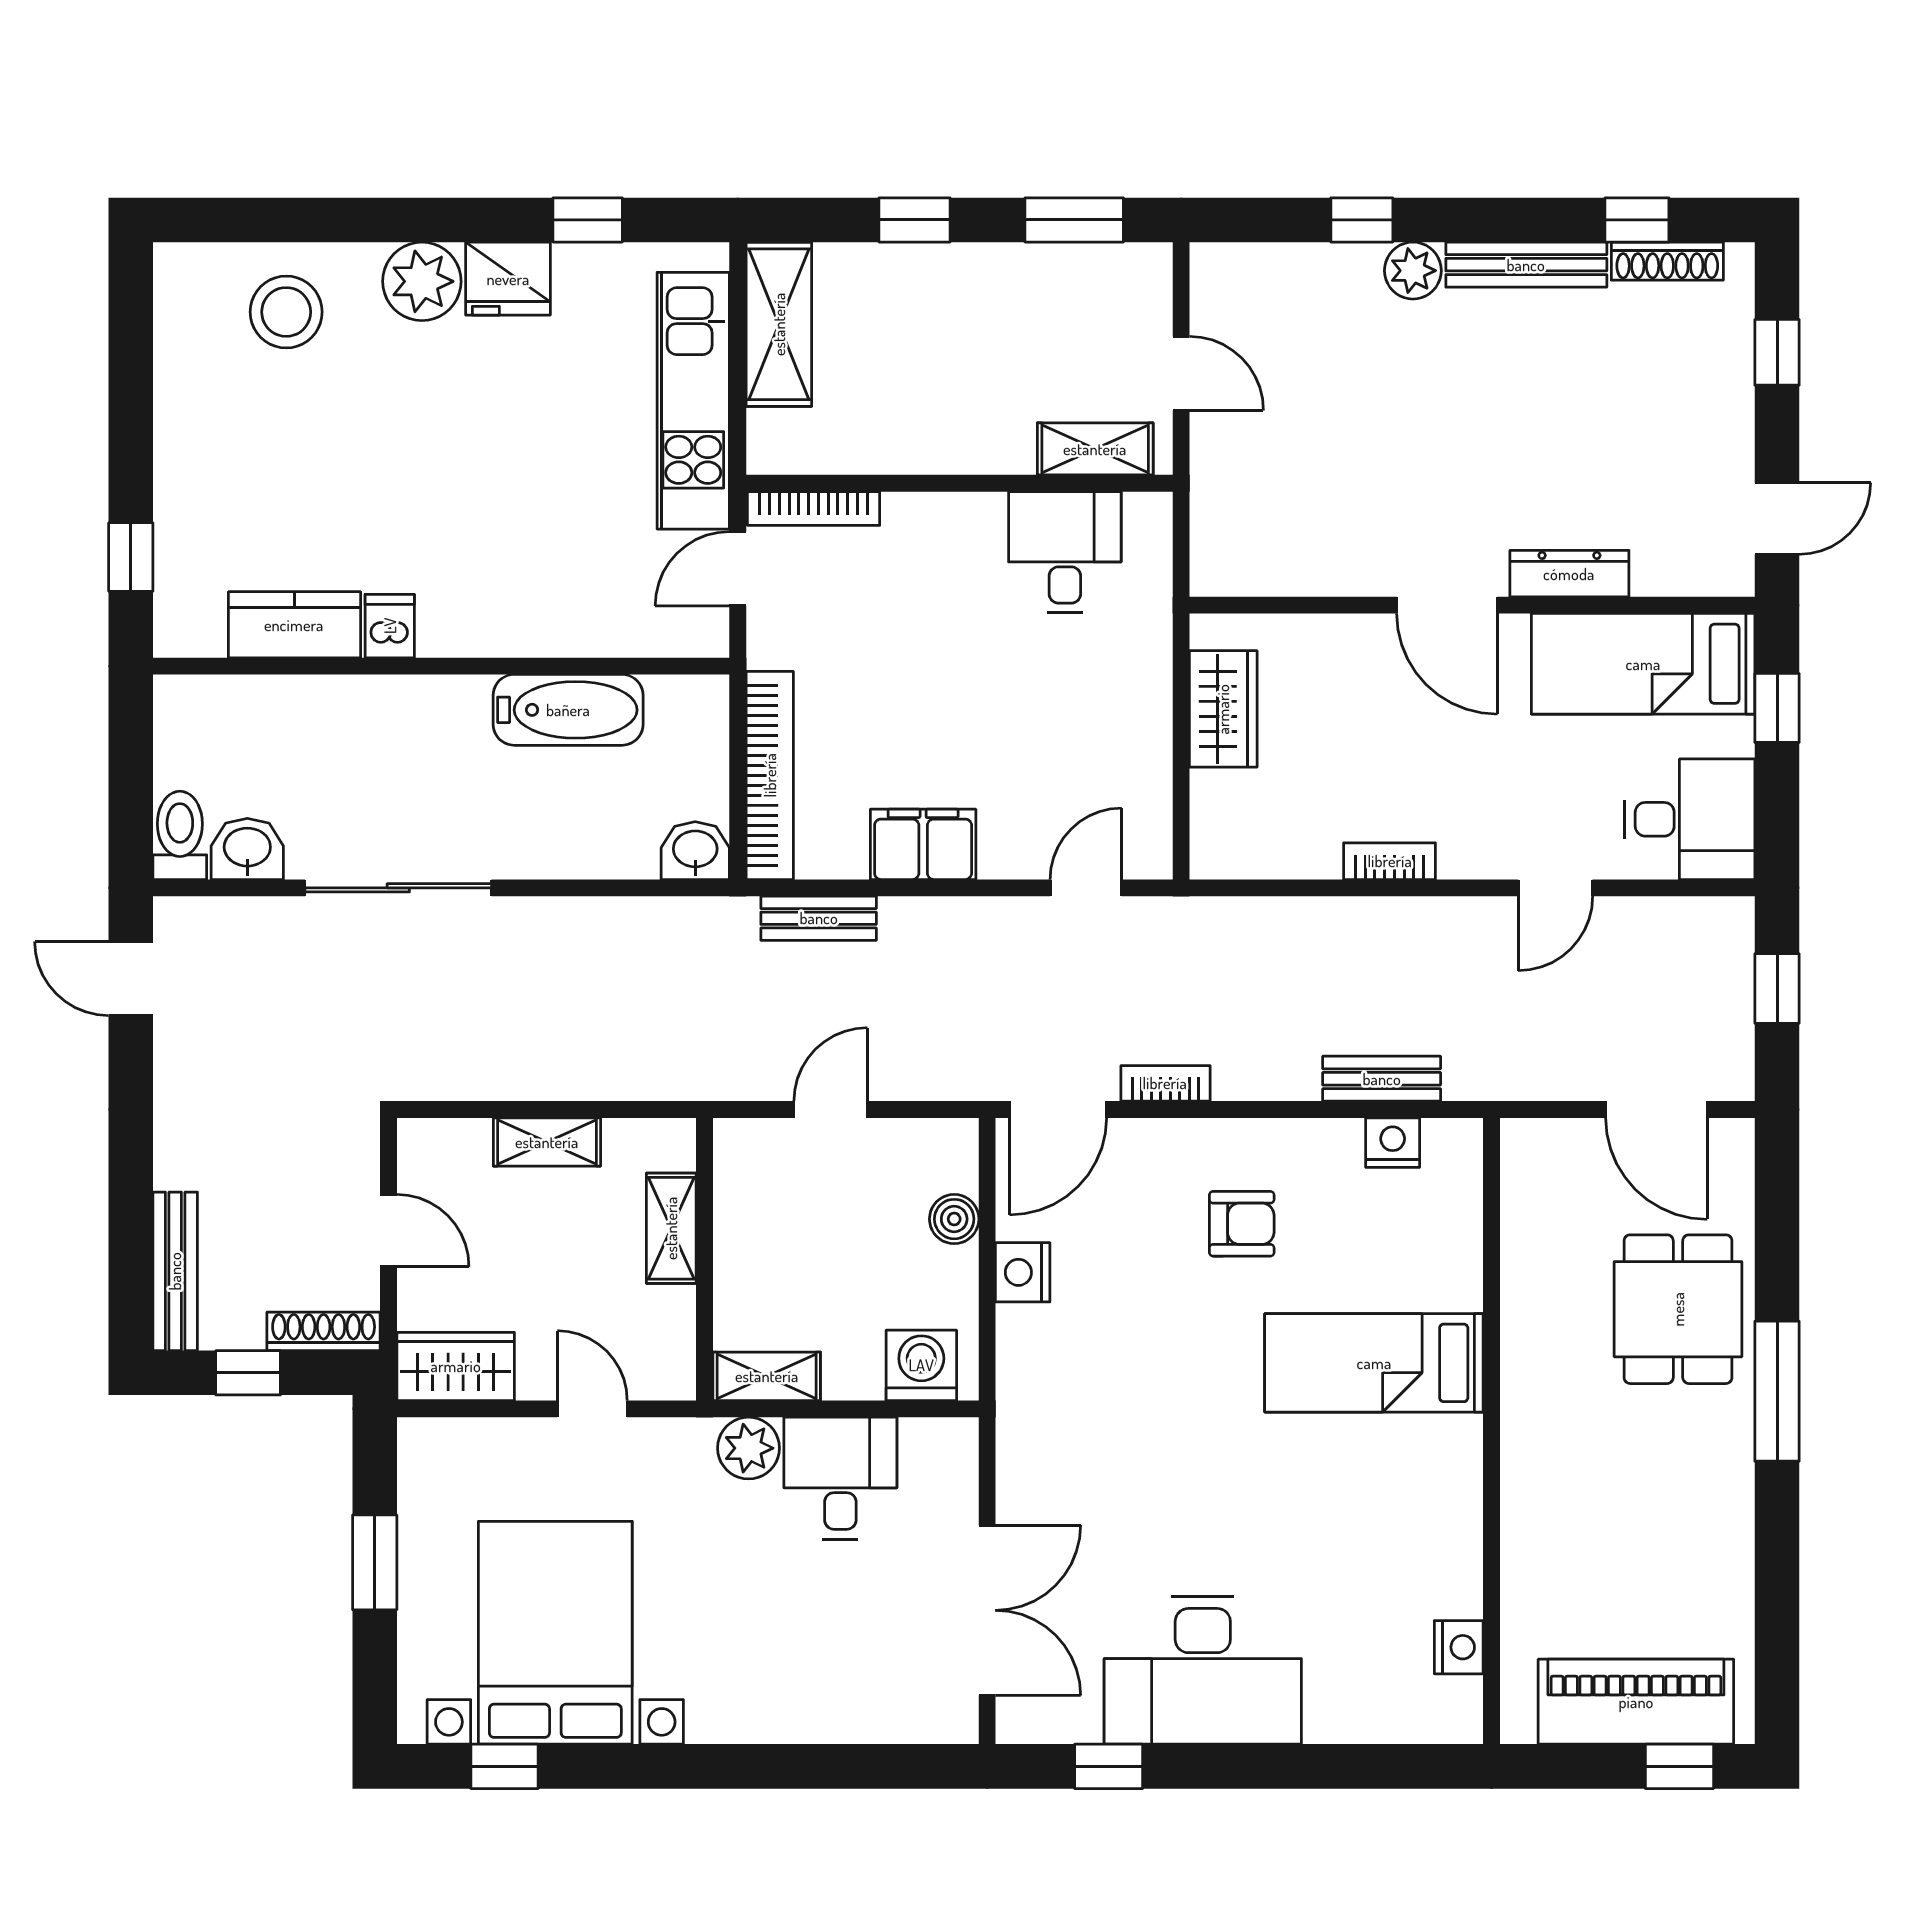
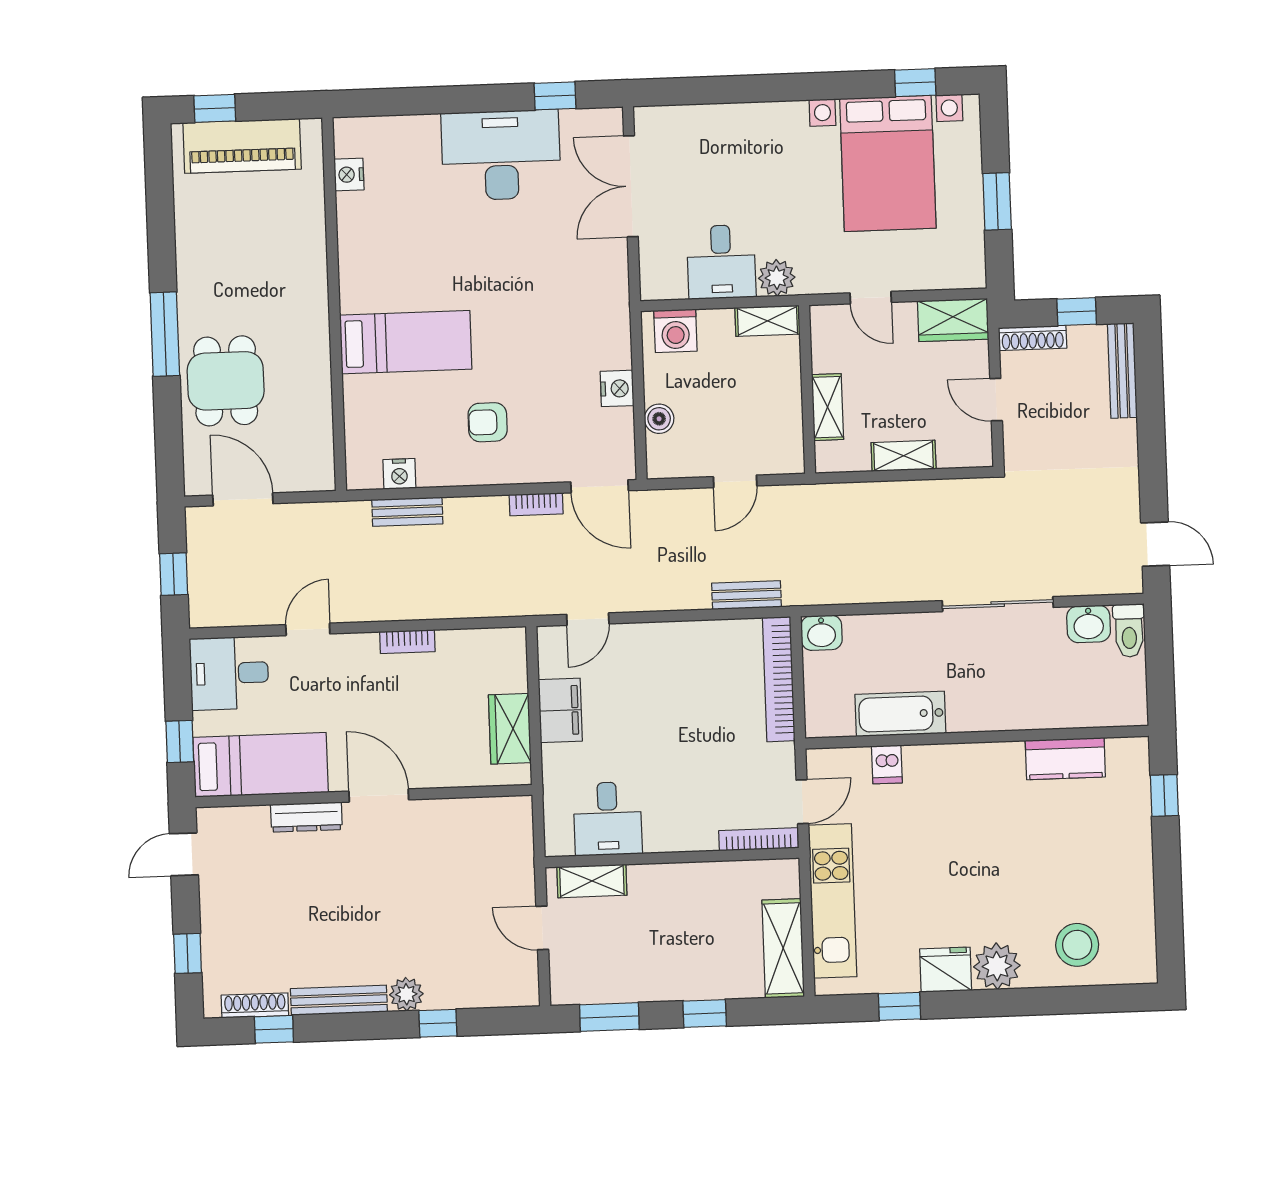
dishwasher: (390, 626) -> (887, 764), moved
filing cabinet: (923, 844) -> (560, 710), moved, turned -90
door: (1058, 1110) -> (600, 486), swing flipped

